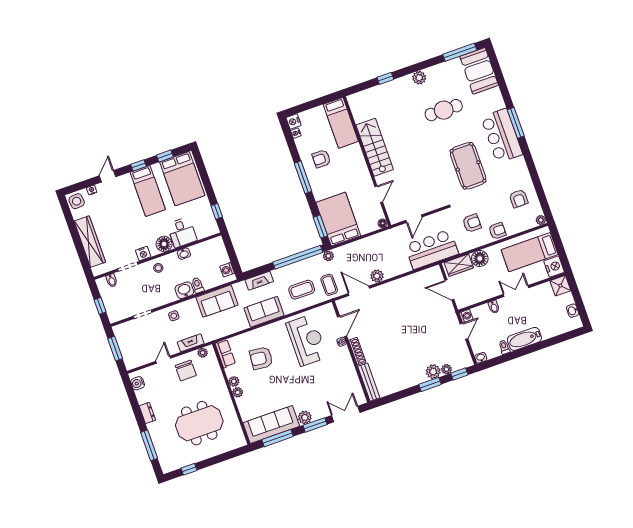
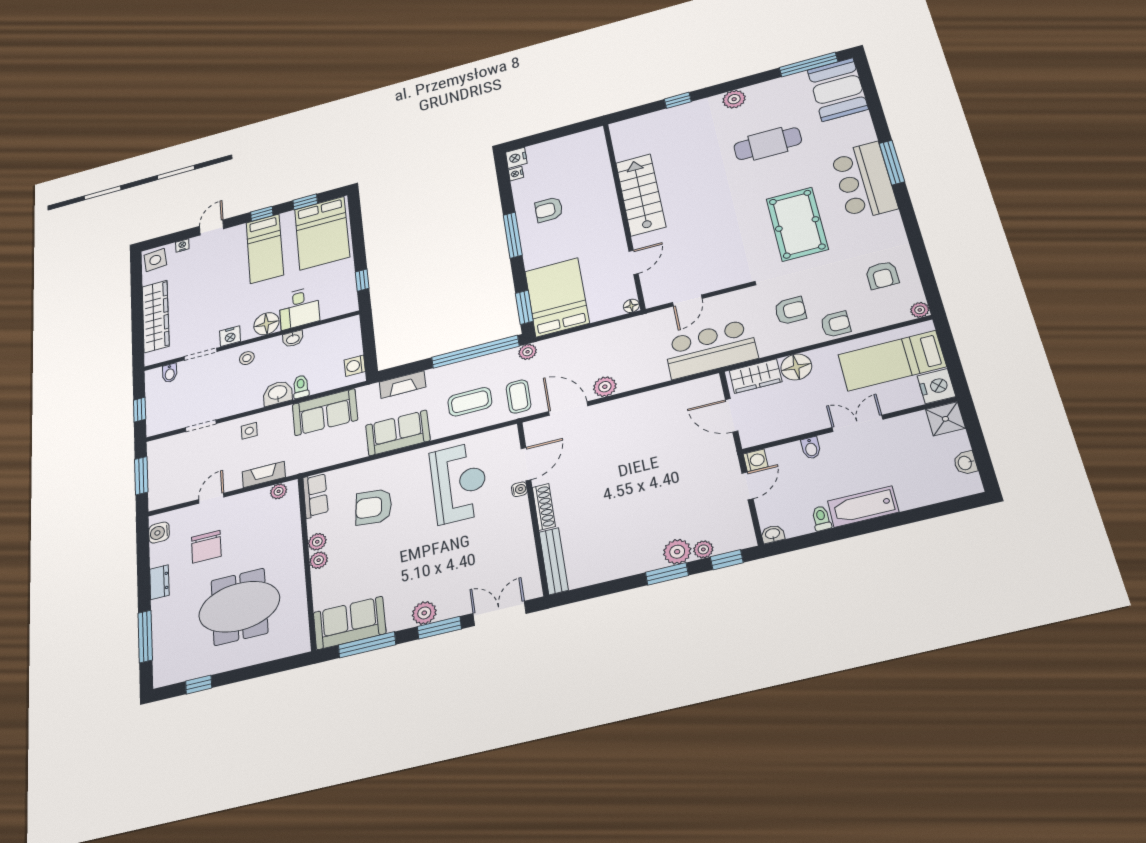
bed: (341, 123) -> (592, 160), removed
chair: (186, 370) -> (206, 547), moved
sofa: (271, 424) -> (350, 623), width x0.73

